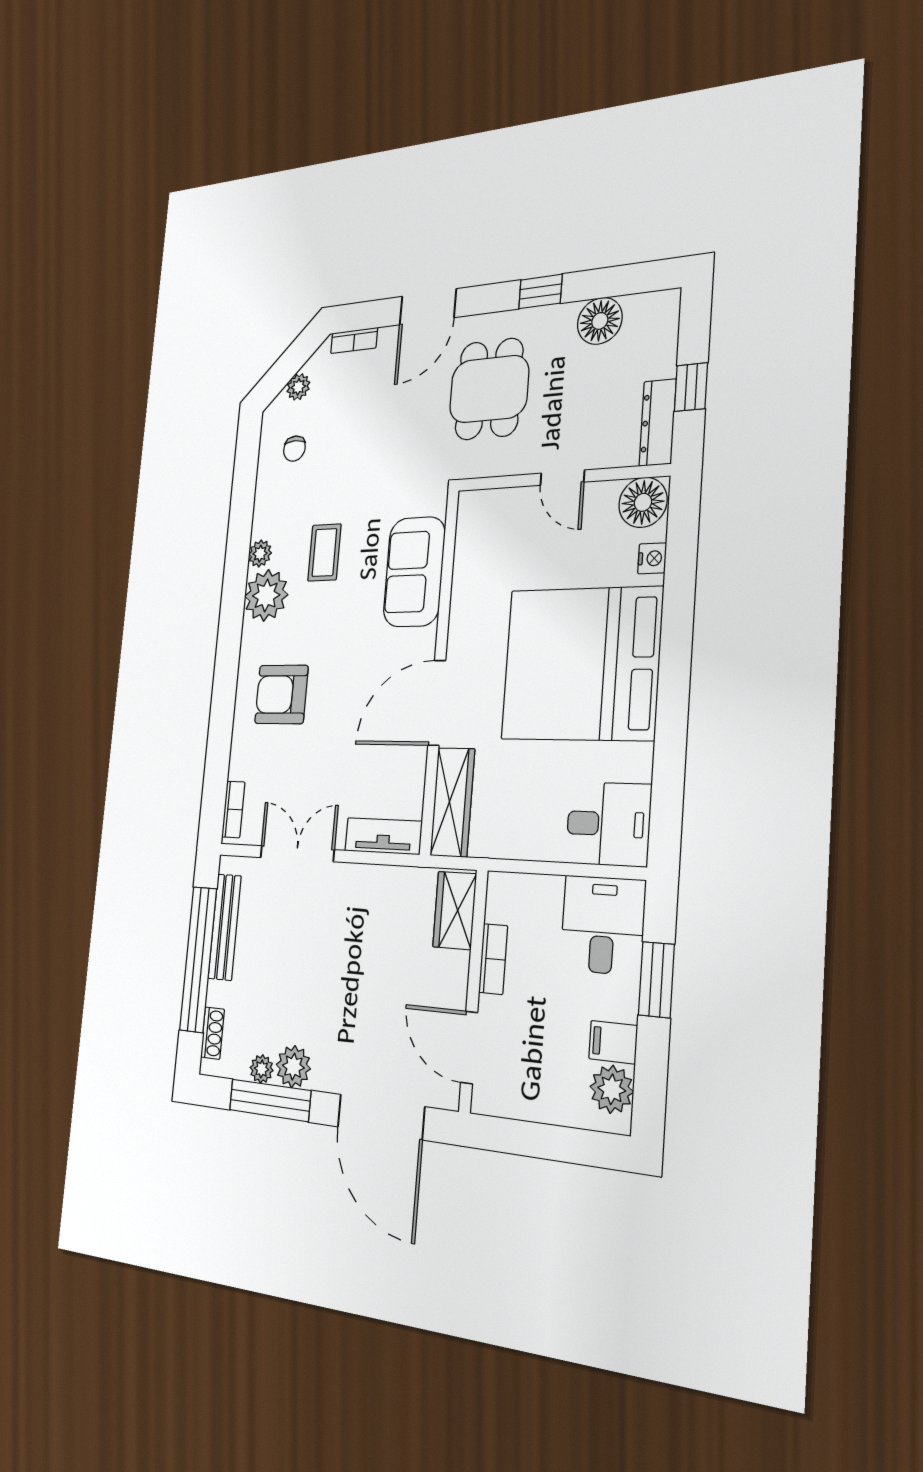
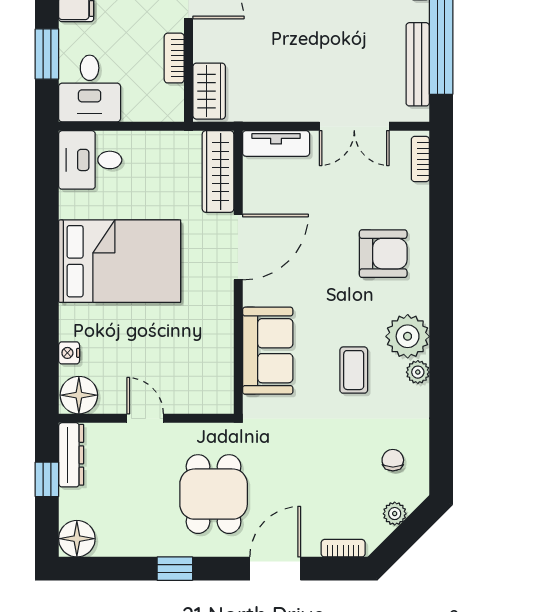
floor lamp: (600, 321) -> (77, 539), moved
bed: (581, 664) -> (120, 261), width x0.73

